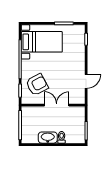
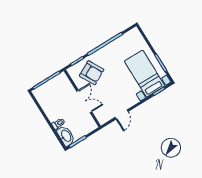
bed with nightstands: (42, 42) -> (145, 74), moved, turned 180
door: (86, 81) -> (122, 114), hinge flipped
washbasin: (48, 138) -> (66, 136), moved

